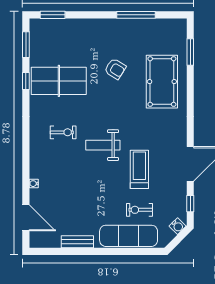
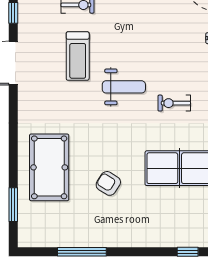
window: (53, 15) -> (188, 252), width x0.67

